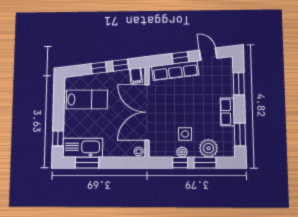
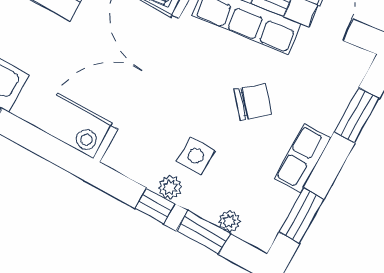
chair: (196, 101) -> (253, 102), added
plant: (208, 148) -> (229, 221), width x0.53, depth x0.53

